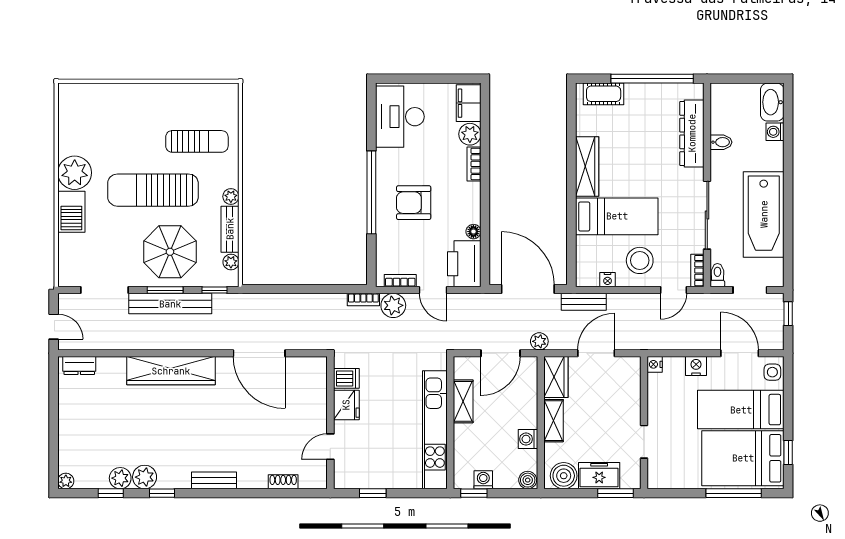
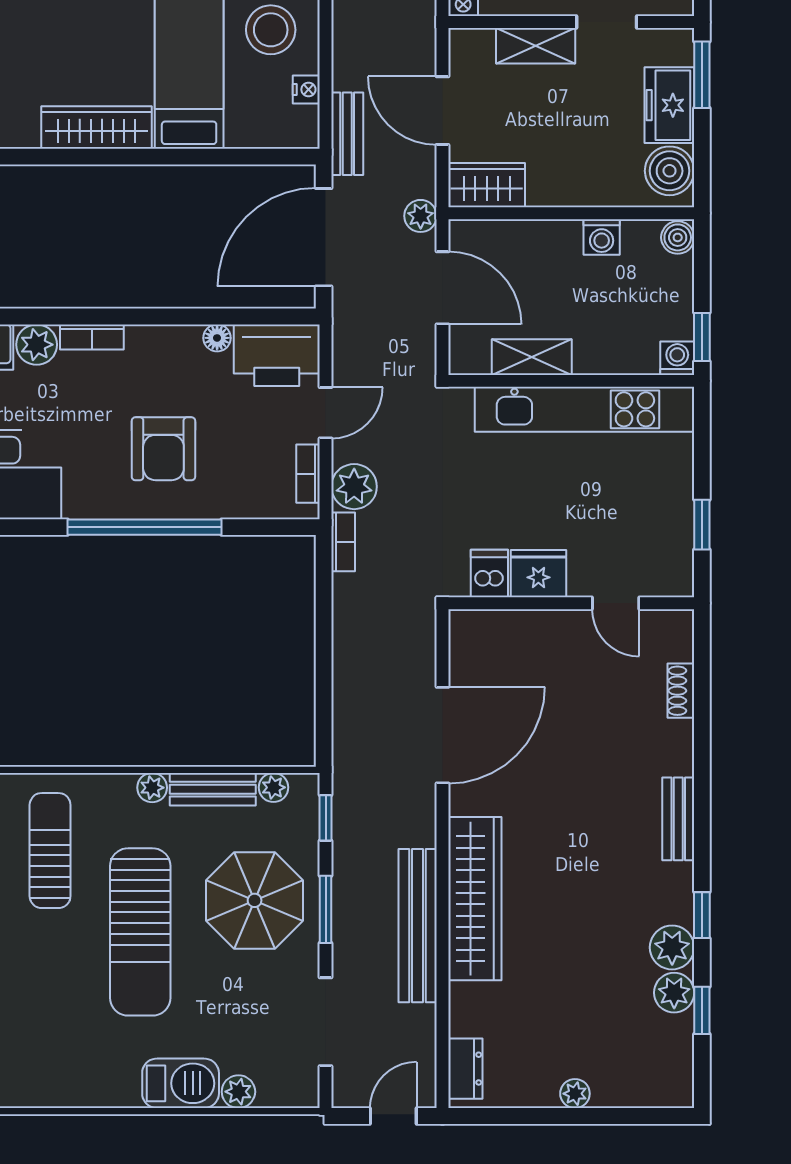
plant: (75, 173) -> (238, 1092), moved, width x0.53, depth x0.53
bench: (170, 304) -> (418, 926), moved
shelving: (554, 421) -> (536, 46), moved
washing machine: (483, 480) -> (677, 358), moved, turned 90
plant: (66, 481) -> (575, 1094), moved

